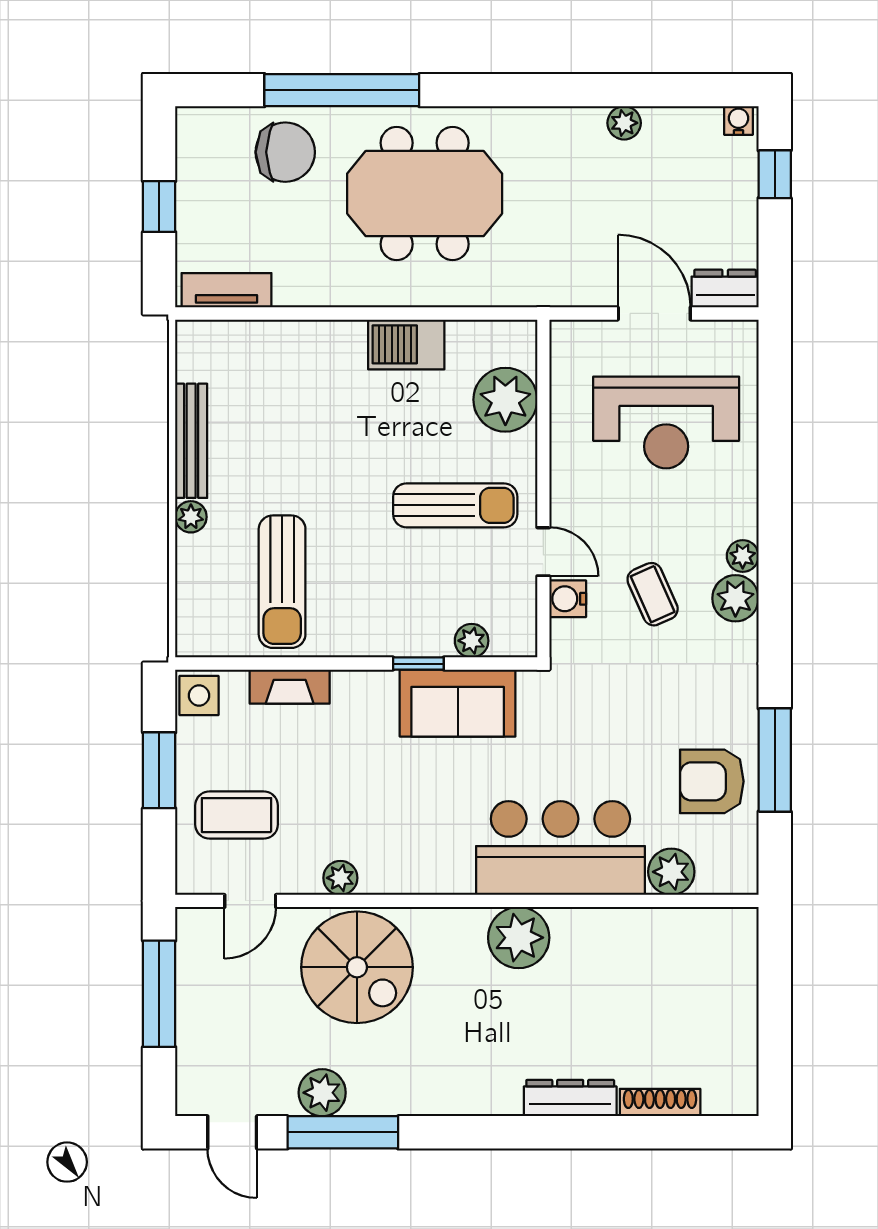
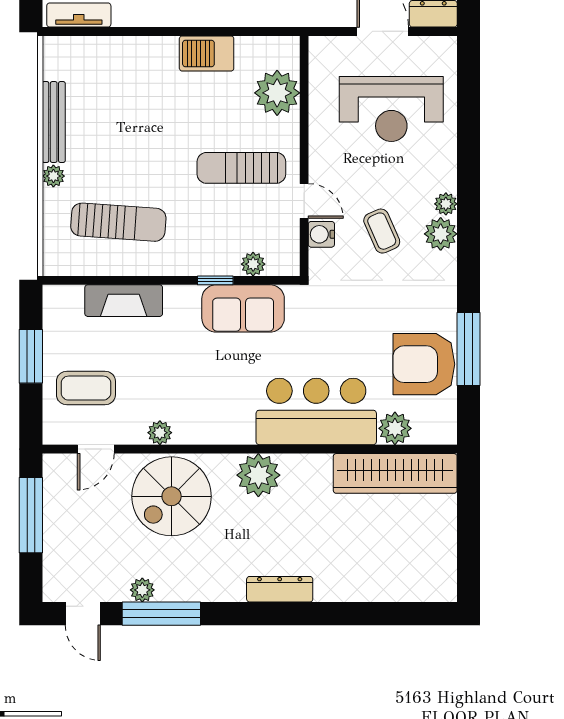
sun lounger: (455, 505) -> (241, 168), turned 180
sun lounger: (282, 582) -> (118, 222), turned -86
fireplace: (290, 687) -> (124, 301), width x1.37, depth x1.32
side table: (199, 696) -> (59, 303), removed
armchair: (712, 781) -> (424, 364), width x1.36, depth x1.36
wardrobe: (671, 935) -> (395, 473), added
plant: (519, 938) -> (258, 475), moved
spiral stairs: (357, 967) -> (172, 496), turned 90
plant: (322, 1093) -> (142, 590), width x0.73, depth x0.73
dresser: (570, 1098) -> (280, 589), moved
shoe rack: (660, 1103) -> (387, 592), removed

